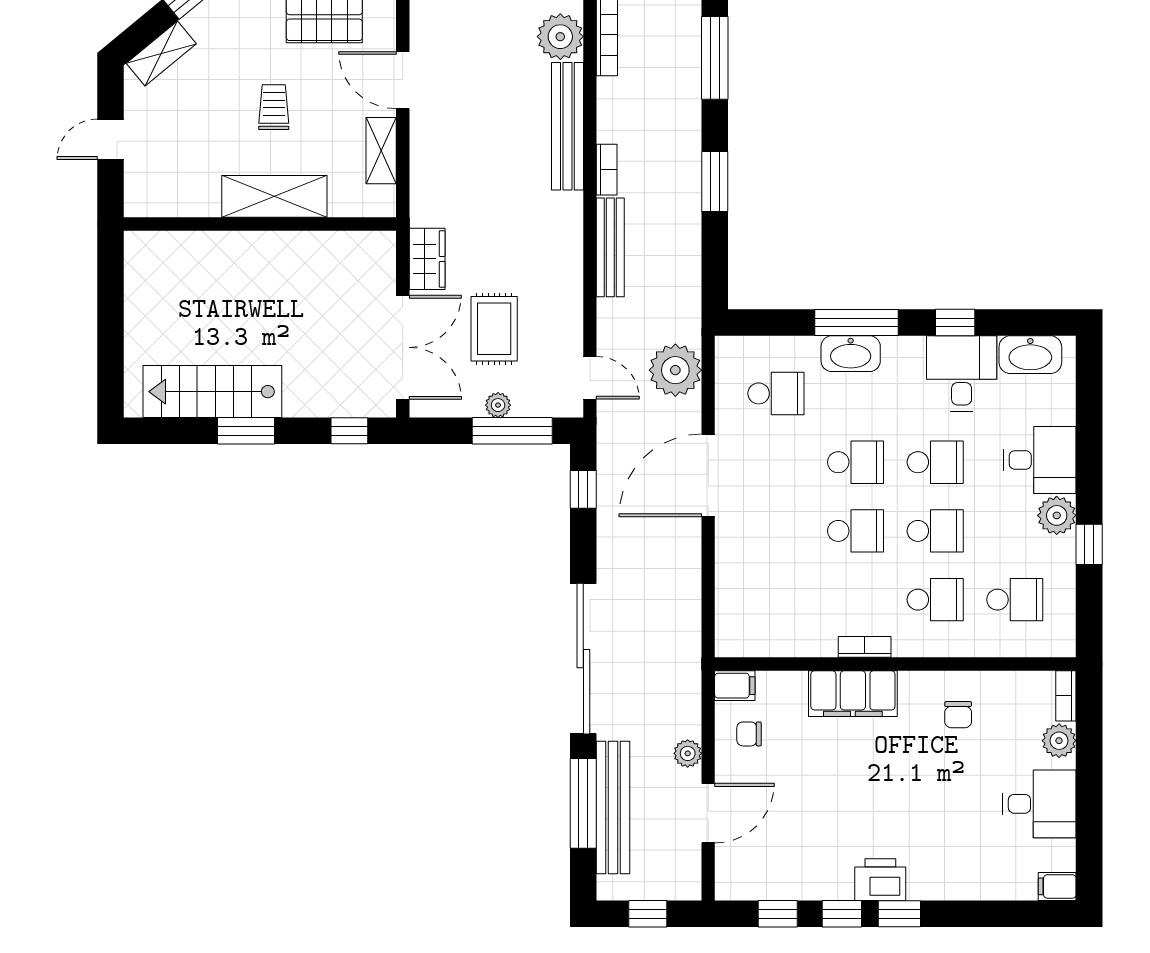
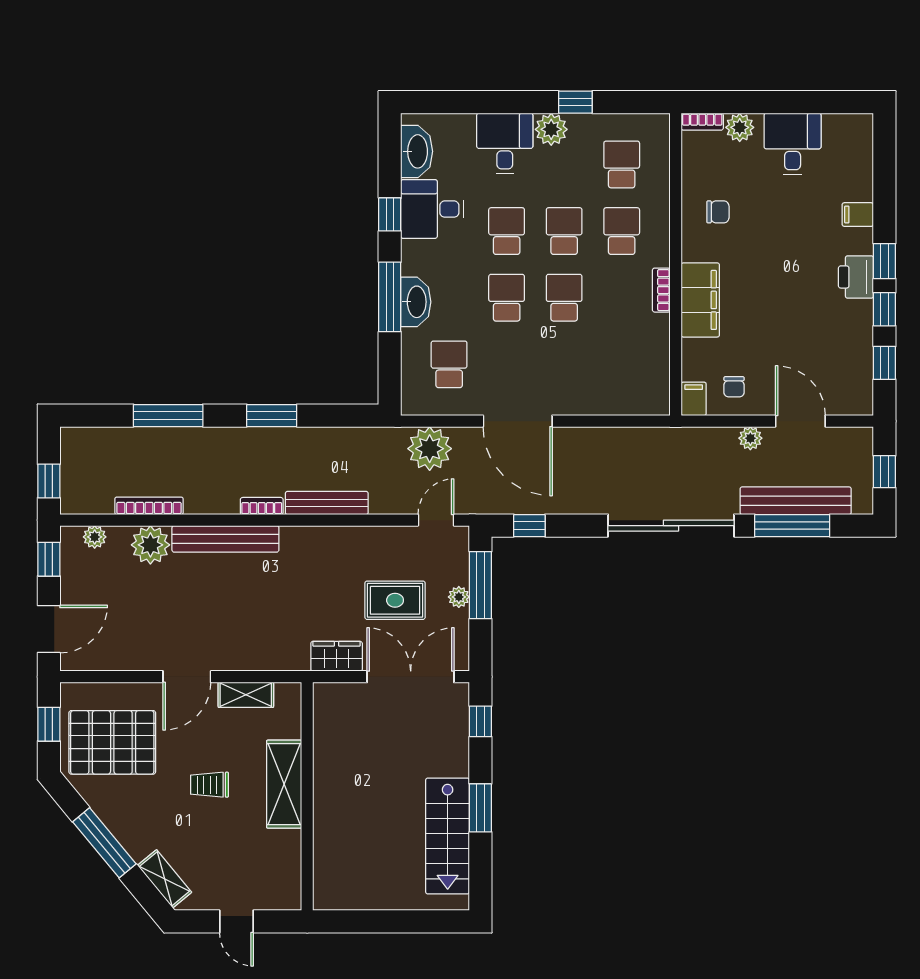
filing cabinet: (1057, 886) -> (858, 215), moved, turned 90

